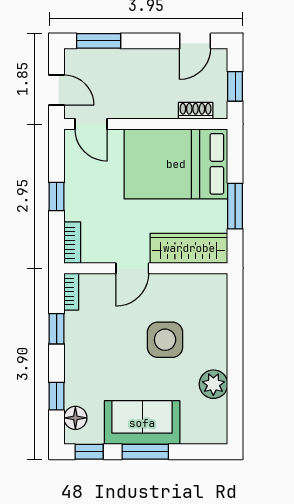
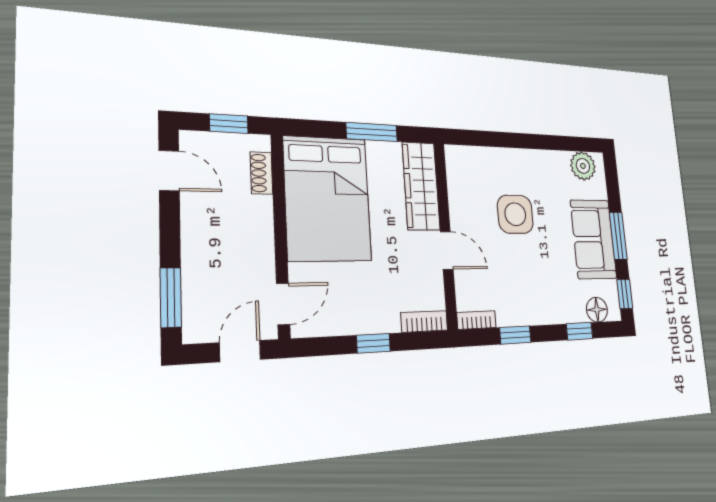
plant: (213, 384) -> (583, 166), moved

